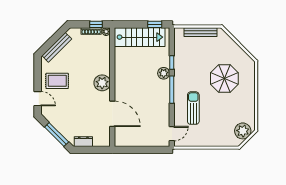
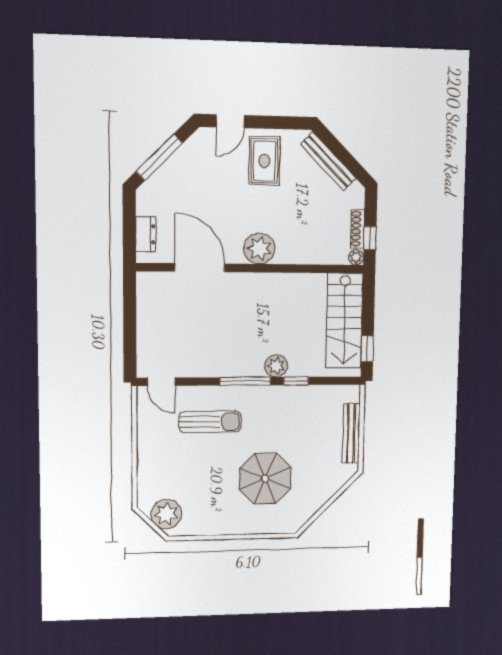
door: (112, 114) -> (200, 268), swing flipped
dresser: (83, 142) -> (146, 234), moved

